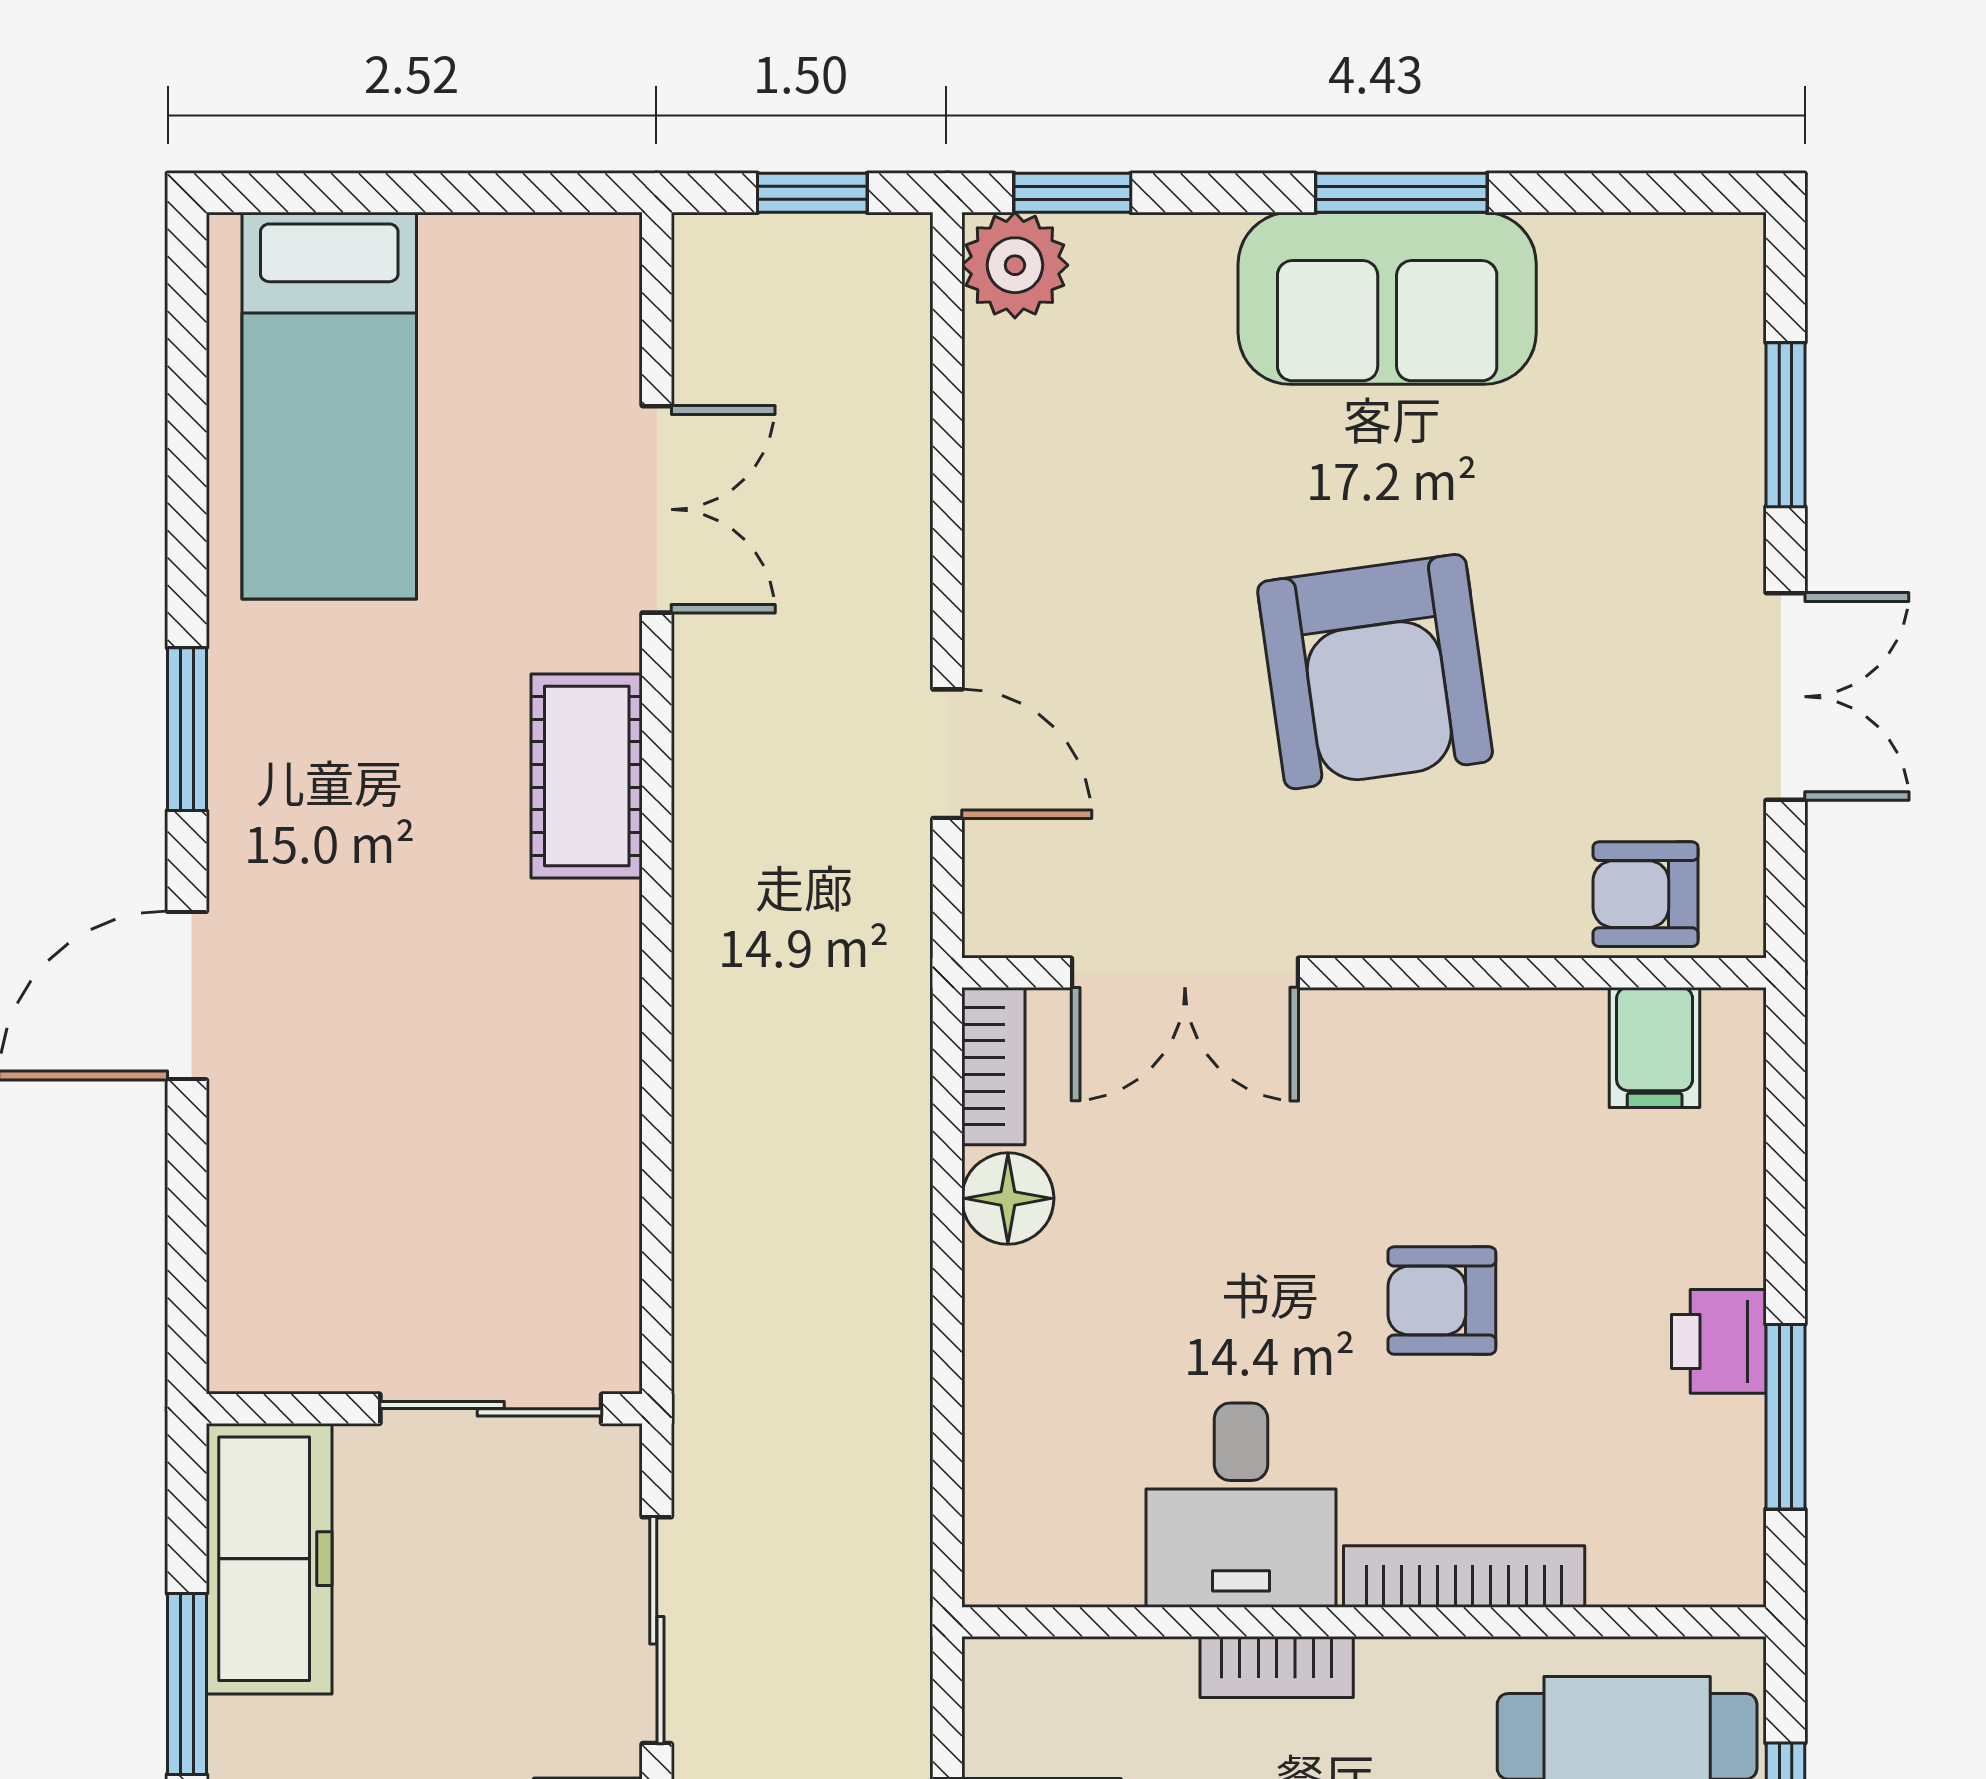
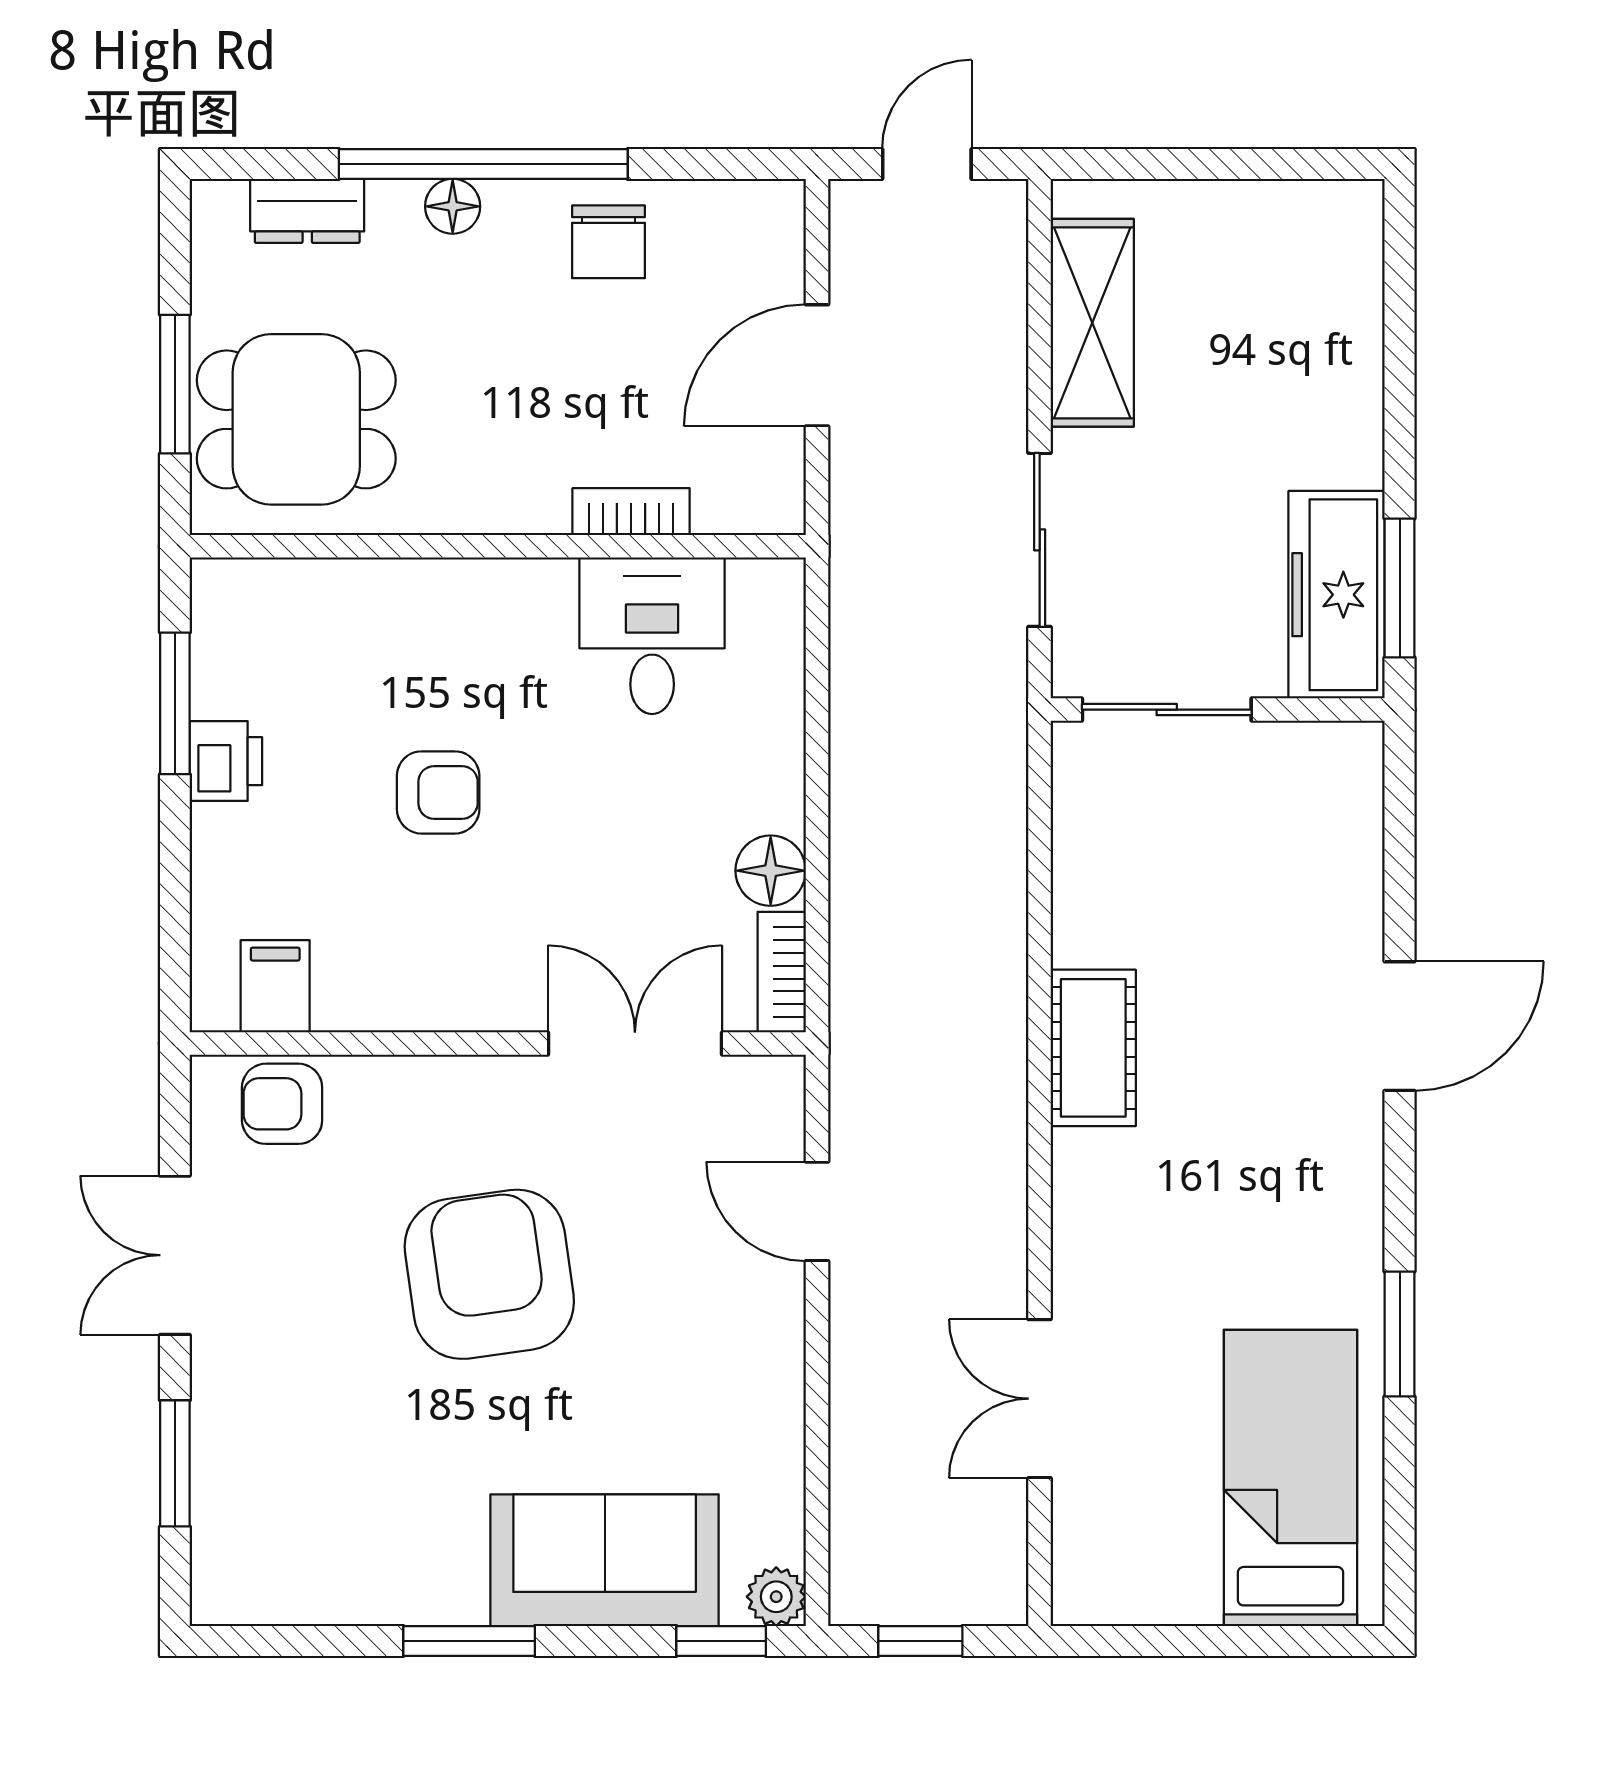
plant: (1015, 265) -> (776, 1597), width x0.73, depth x0.73
sofa: (1387, 298) -> (605, 1560), moved
window: (187, 729) -> (1400, 1334), moved
cot: (587, 776) -> (1093, 1048), moved
armchair: (1646, 894) -> (282, 1104), turned 180
desk: (1241, 1505) -> (652, 636), moved
bookcase: (1464, 1577) -> (421, 581), removed
bookcase: (1277, 1667) -> (631, 512), moved
window: (187, 1684) -> (1400, 588), moved

